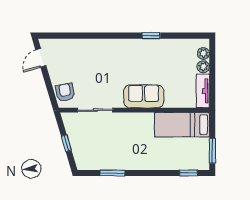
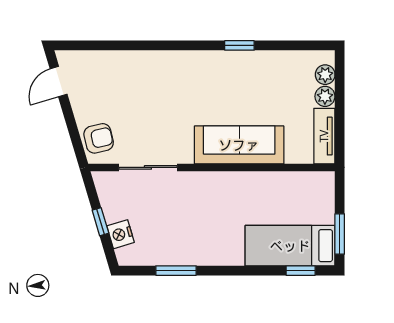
armchair: (65, 92) -> (99, 138), turned 88
sofa: (144, 96) -> (239, 145), width x1.36
bed: (182, 125) -> (290, 246), moved
nightstand: (79, 151) -> (121, 234), added

